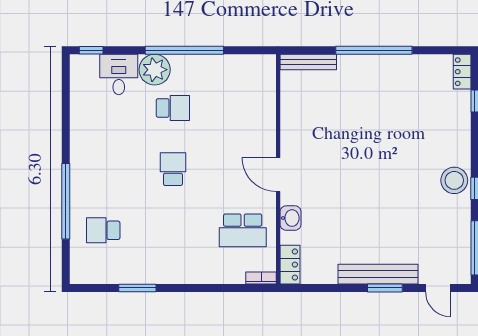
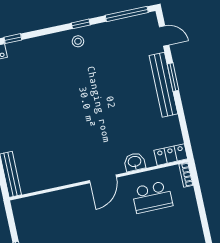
stool: (454, 180) -> (78, 41), width x0.53, depth x0.53
school desk: (243, 230) -> (152, 197), turned 90
door: (438, 288) -> (164, 36), hinge flipped

